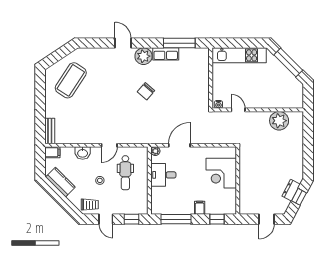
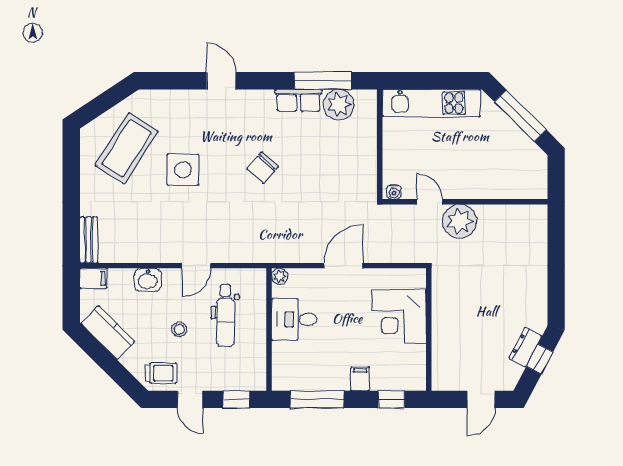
plant: (143, 56) -> (339, 105), moved
side table: (102, 92) -> (183, 170), added
plant: (279, 121) -> (460, 221), moved
door: (179, 145) -> (343, 266), moved

